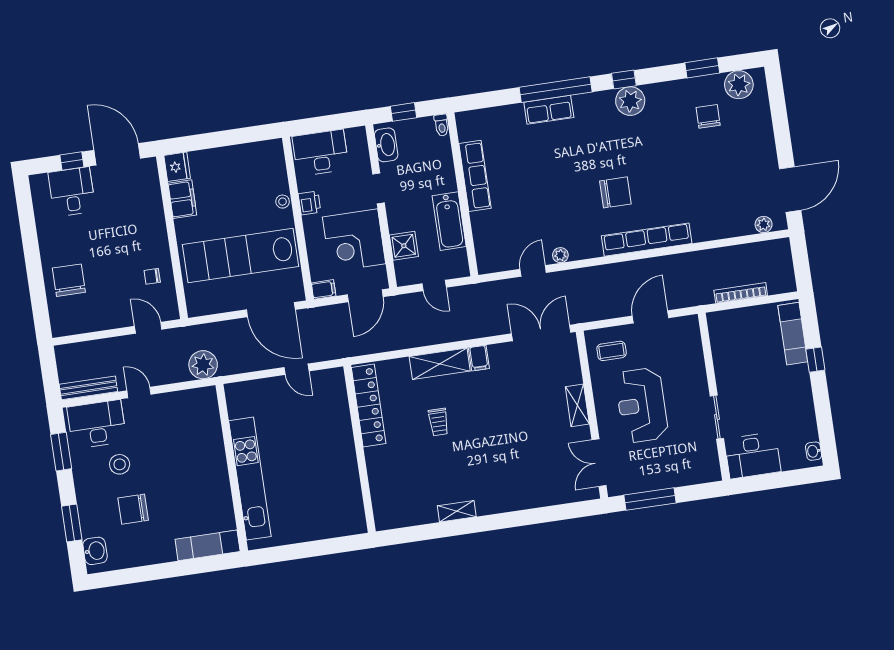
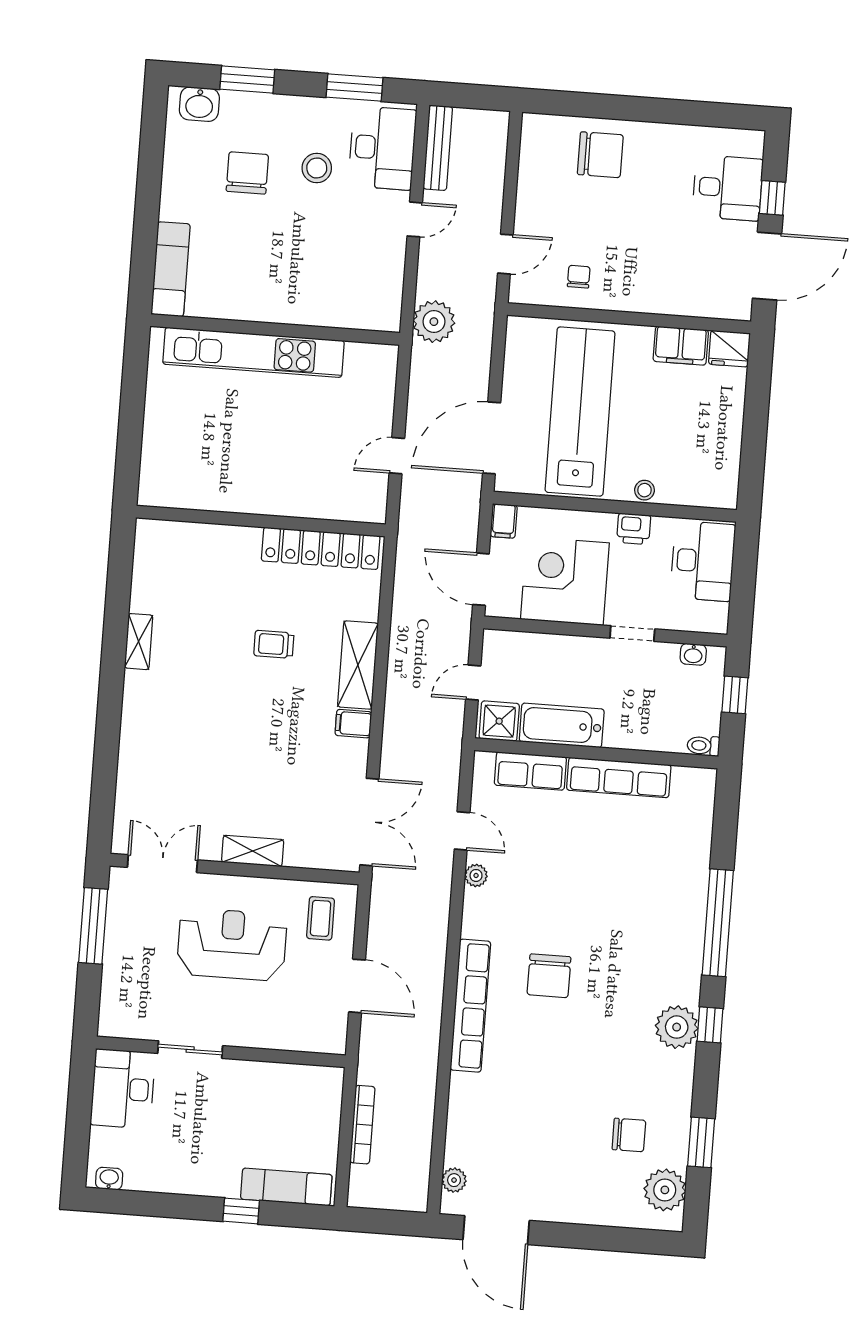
row of seats: (549, 110) -> (530, 771), moved, turned -90
washbasin: (386, 145) -> (693, 654), width x0.52, depth x0.69
shower: (404, 246) -> (499, 721), moved

